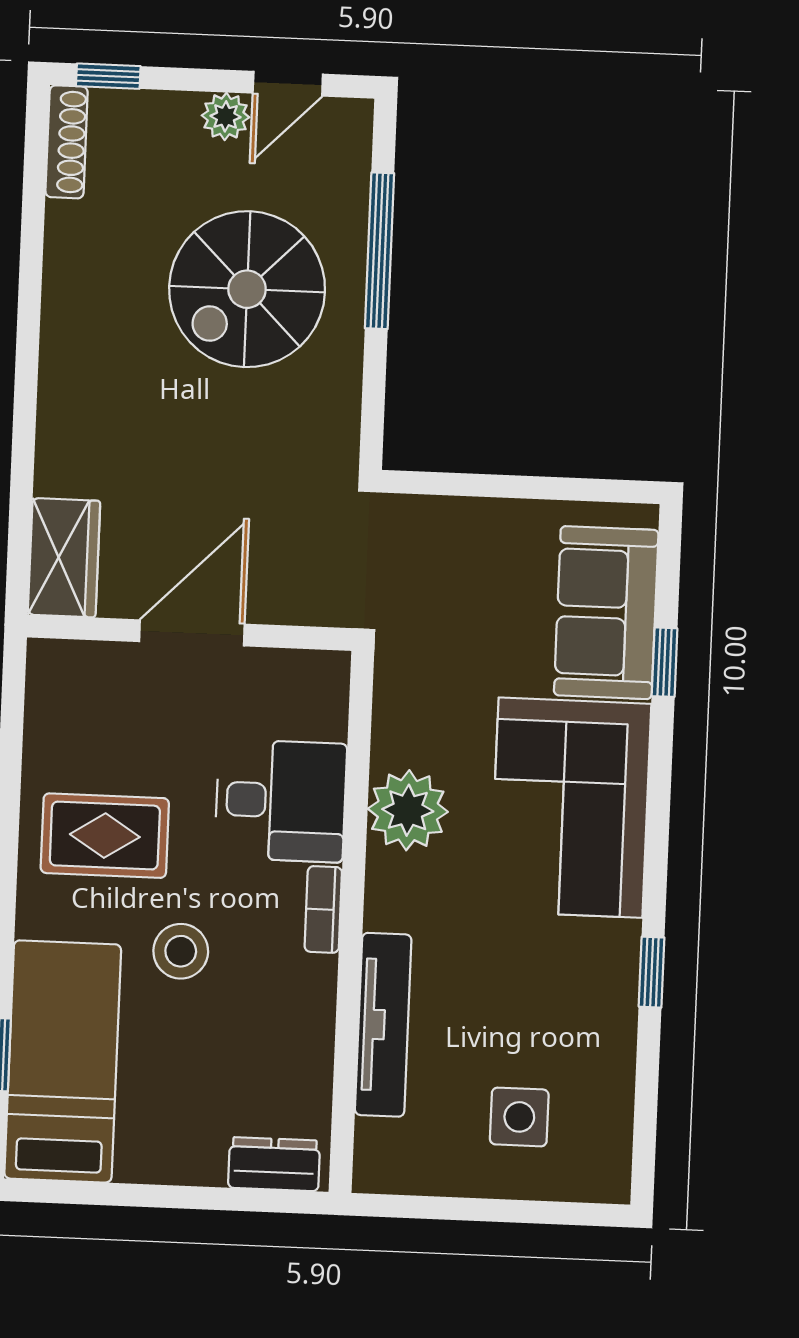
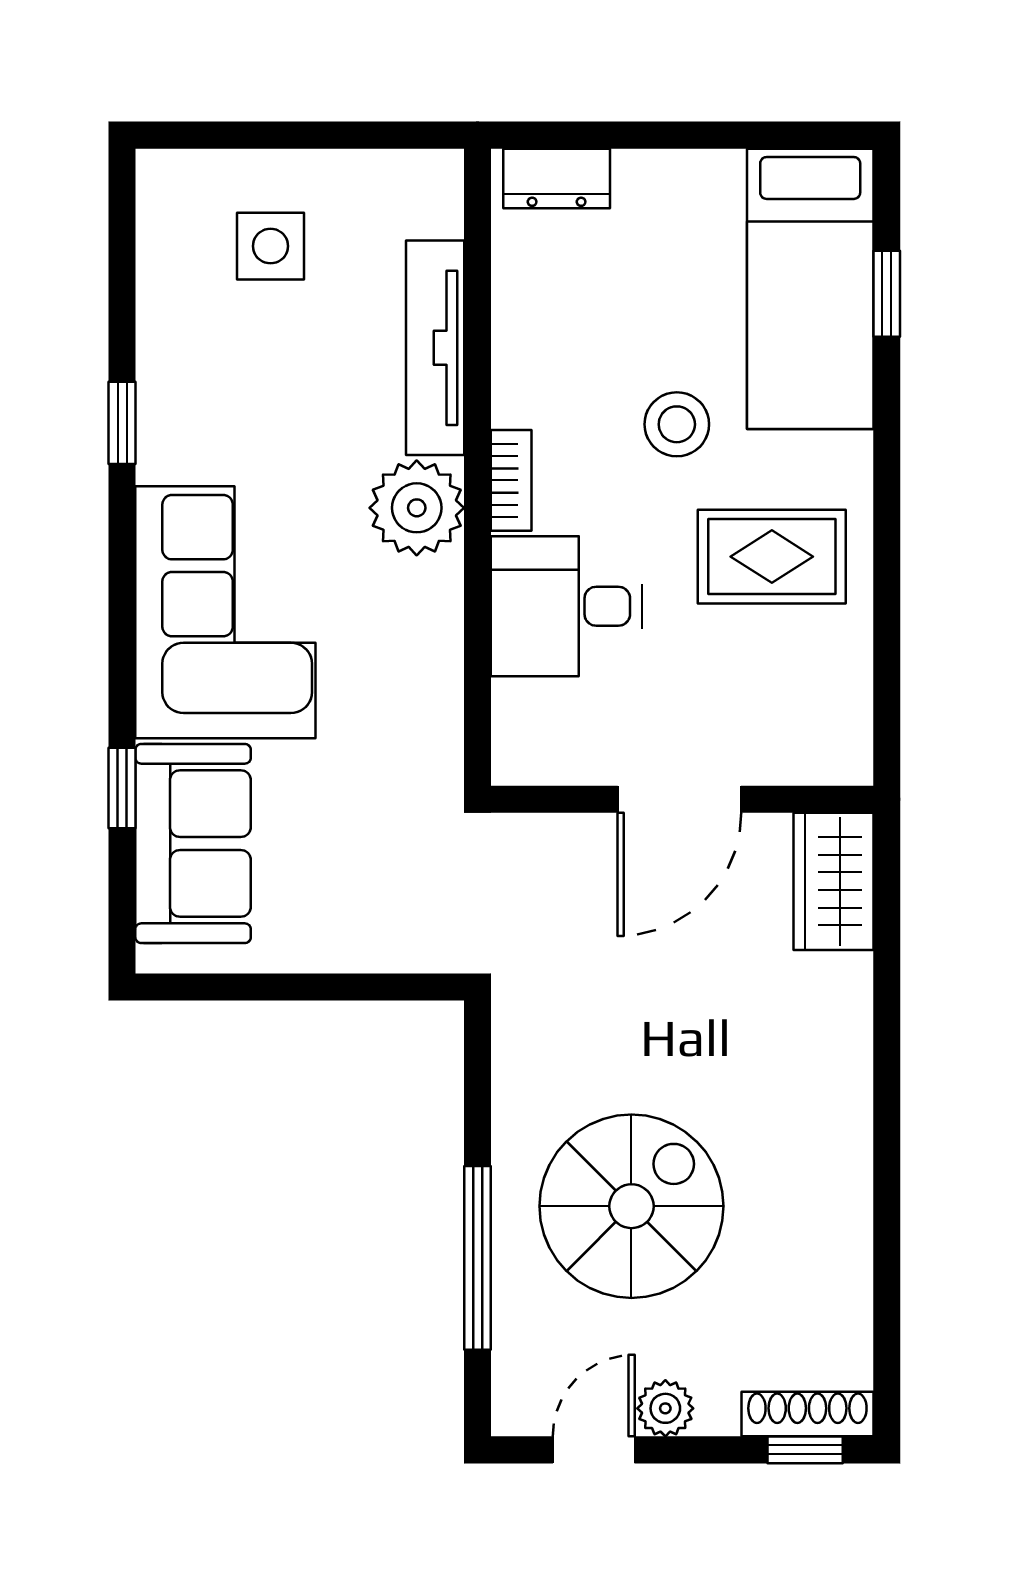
shoe rack: (67, 142) -> (807, 1414), moved, turned 90
plant: (408, 810) -> (417, 508), moved

